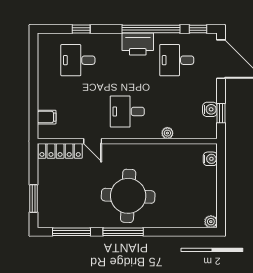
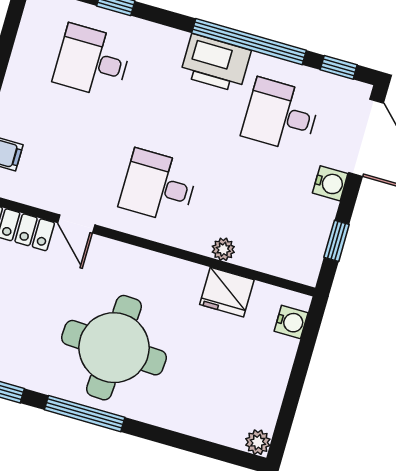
water cooler: (210, 109) -> (330, 183), moved
fridge: (175, 153) -> (227, 292), added

